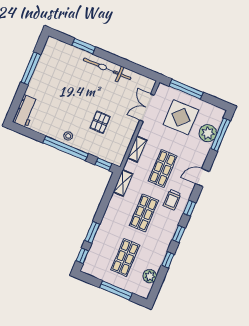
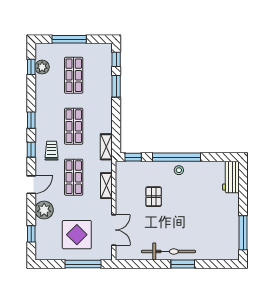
window: (84, 46) -> (183, 264), moved
window: (31, 68) -> (243, 233), moved
plant: (208, 133) -> (44, 210), moved
window: (220, 135) -> (31, 234), width x0.46
window: (168, 260) -> (31, 67), moved

